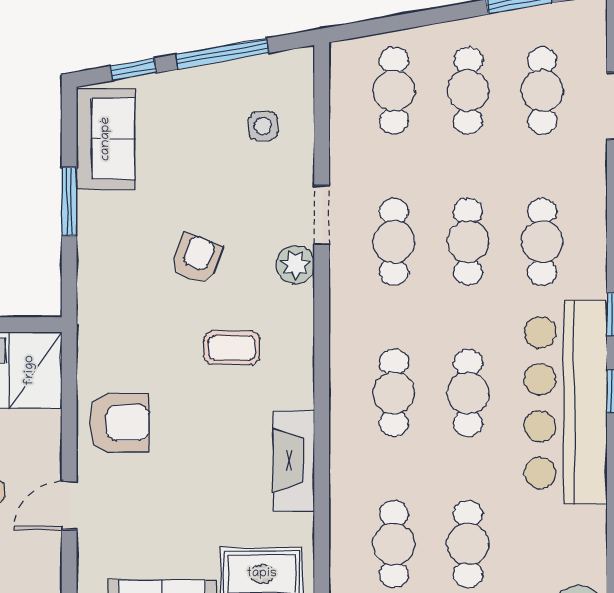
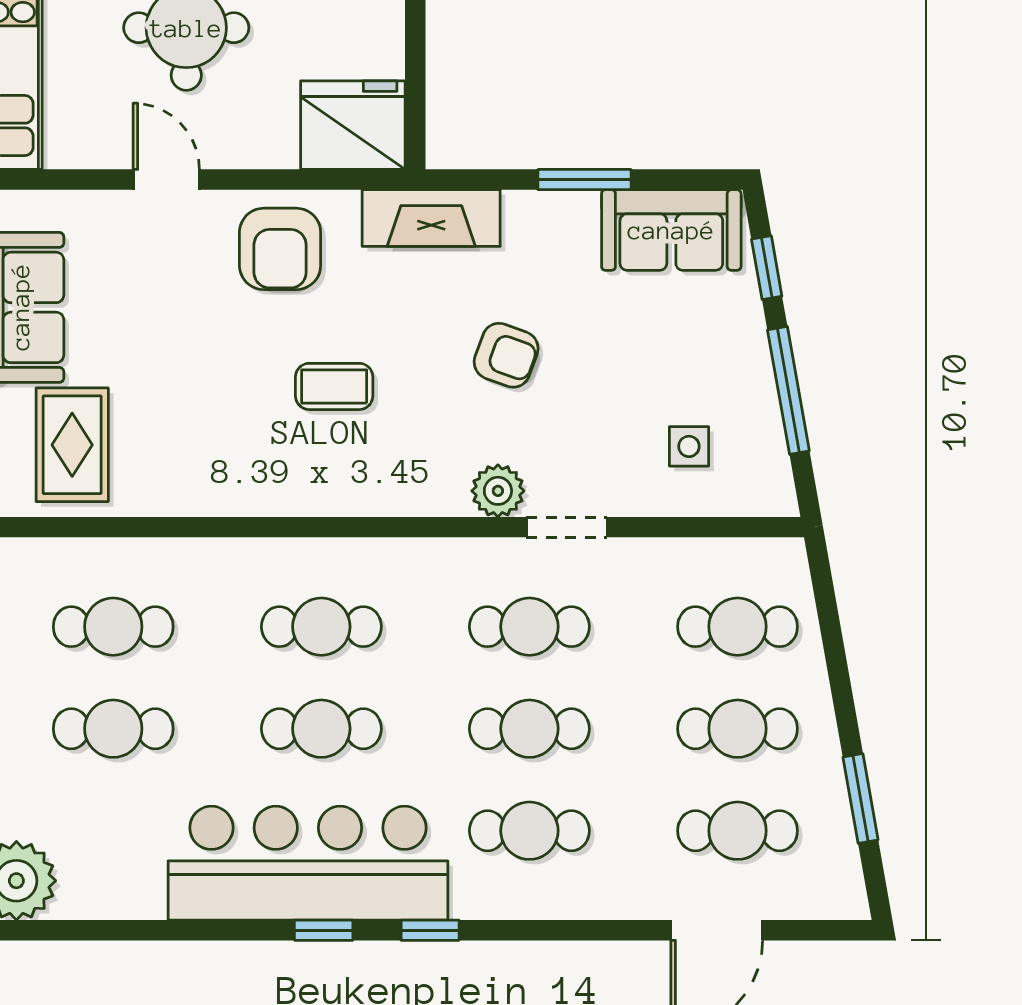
coffee table: (232, 348) -> (334, 386), moved, turned 90
fireplace: (294, 461) -> (431, 218), moved, turned 180

